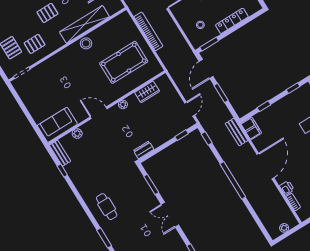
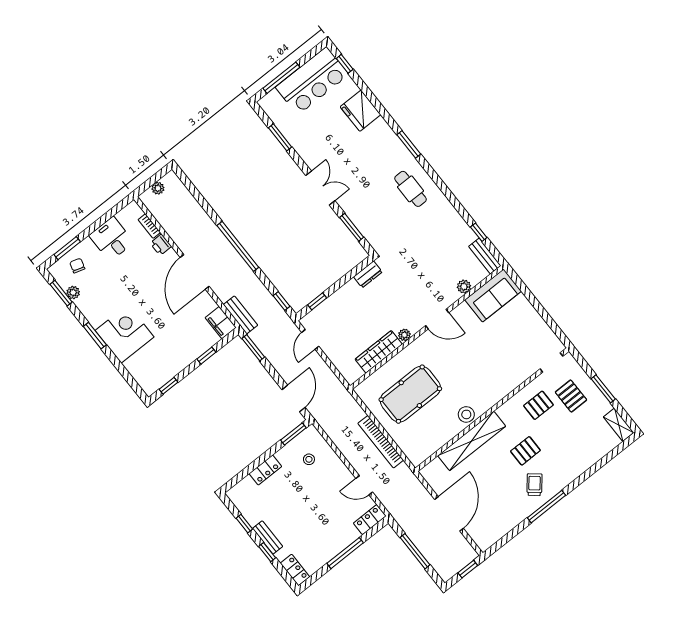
locker: (232, 21) -> (265, 470), width x0.66
wardrobe: (147, 92) -> (379, 352), width x1.50
window: (221, 93) -> (253, 348), moved

